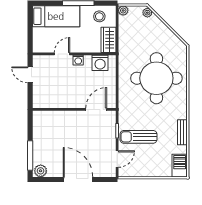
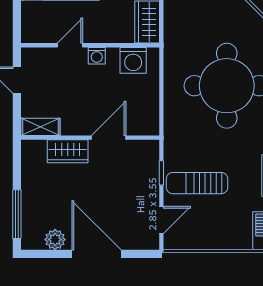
shelving: (44, 103) -> (40, 127), added
door: (96, 109) -> (109, 138), moved
wardrobe: (61, 118) -> (68, 151), added
plant: (41, 171) -> (55, 240), moved

